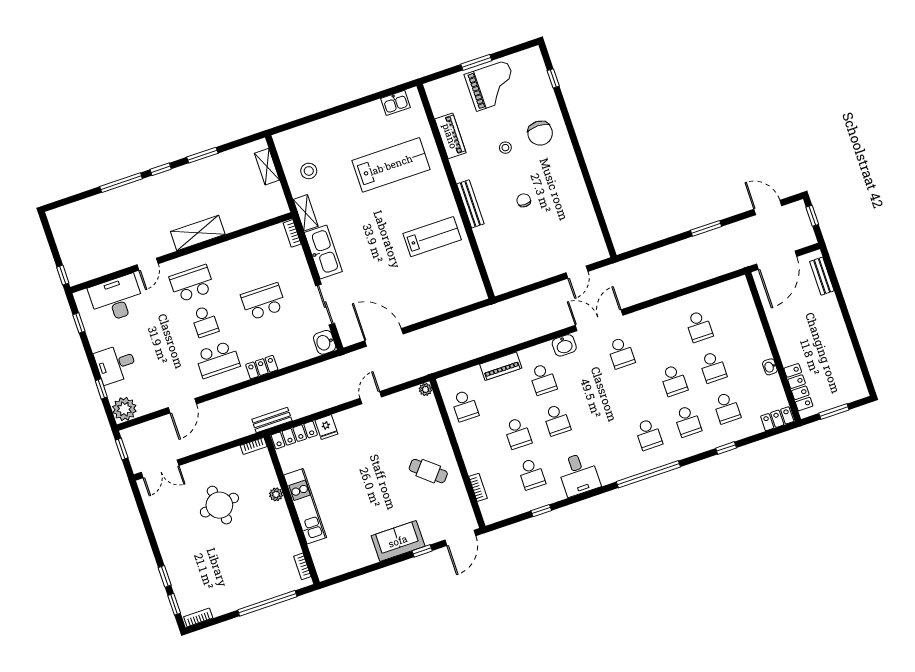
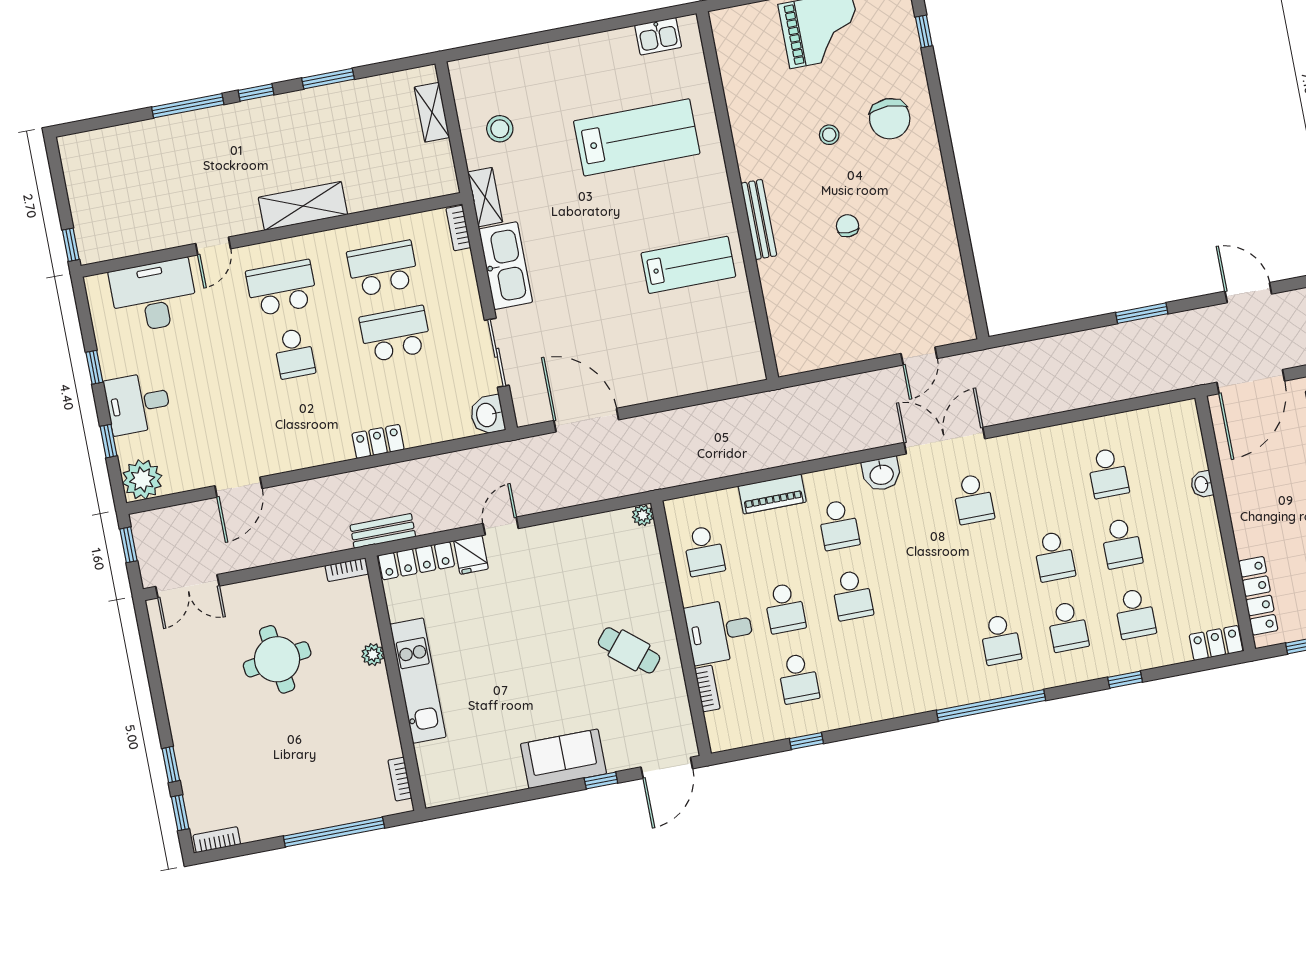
piano: (450, 136) -> (741, 103), removed
window: (79, 323) -> (94, 367), moved
school desk: (217, 359) -> (383, 269), moved, turned 180
washbasin: (770, 367) -> (1202, 484), moved
door: (371, 398) -> (501, 526), moved
desk: (579, 474) -> (720, 631), moved, turned 90

